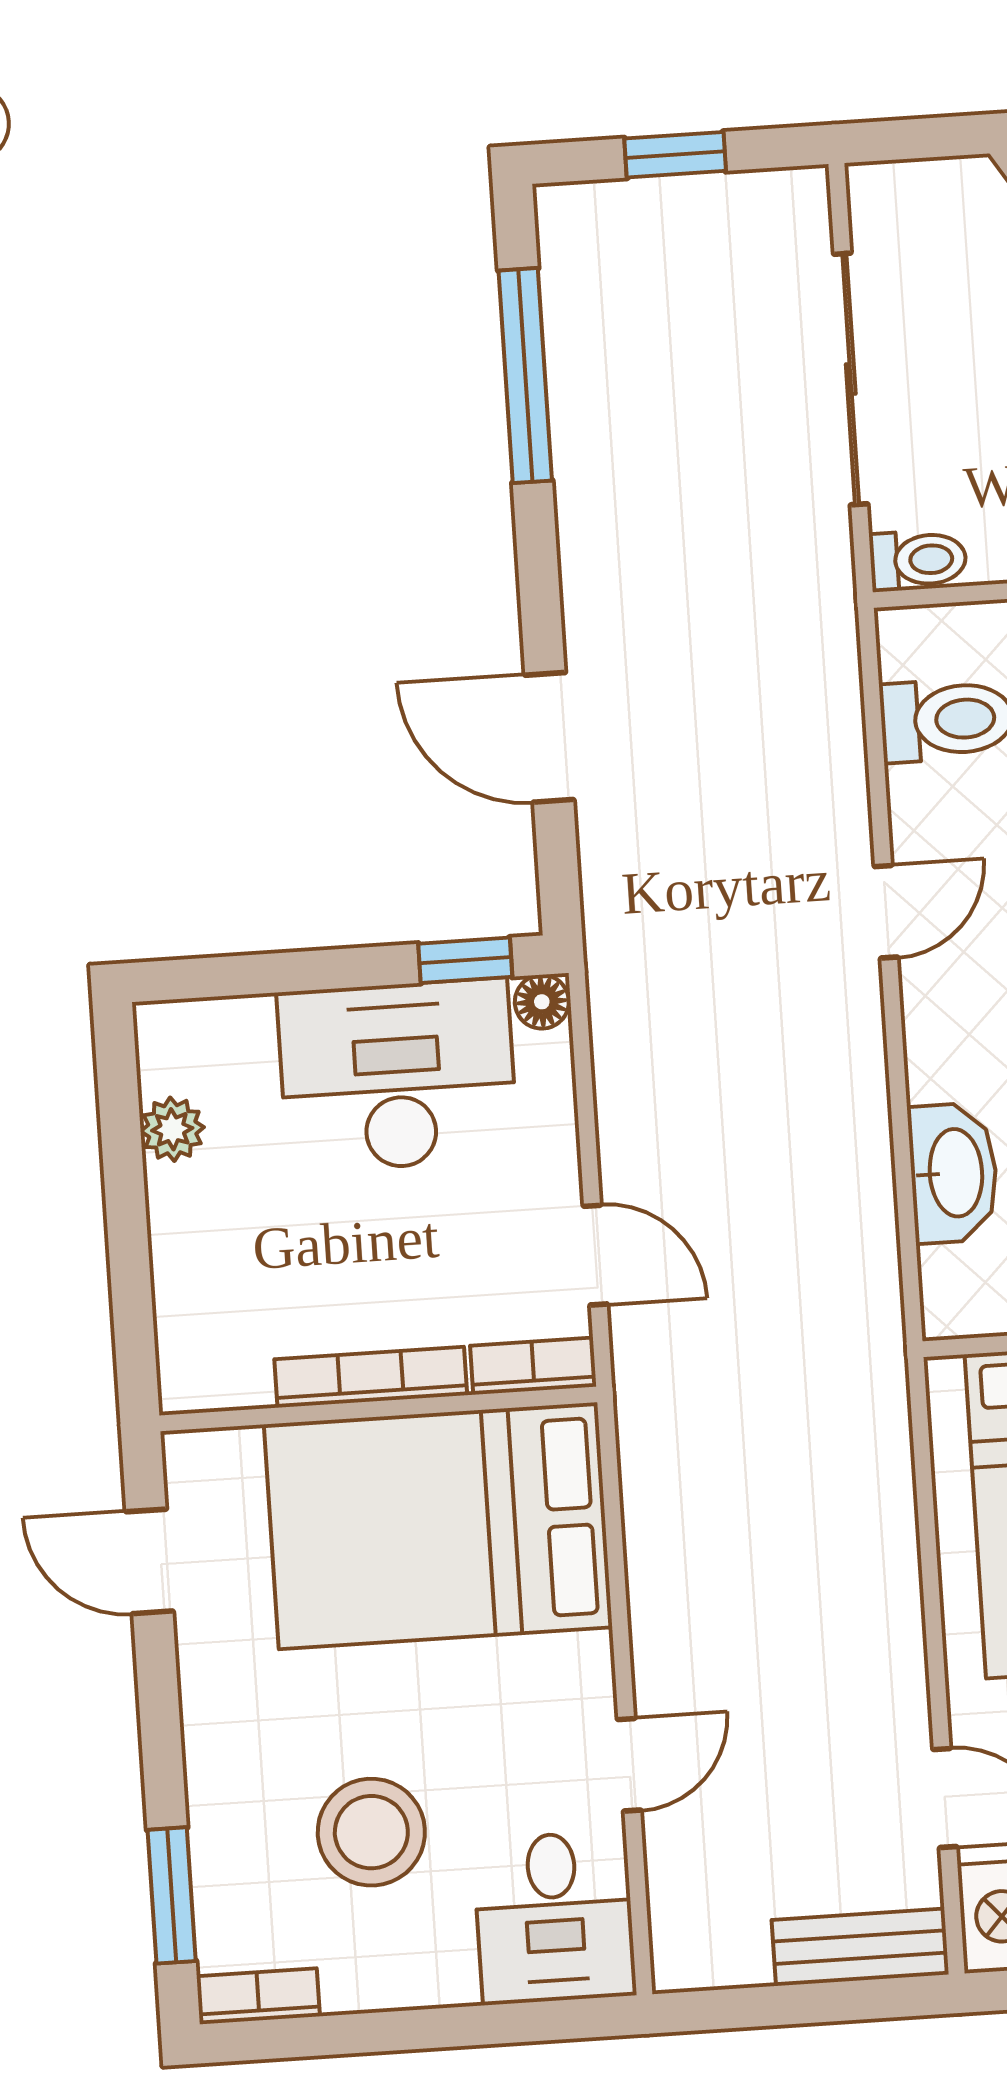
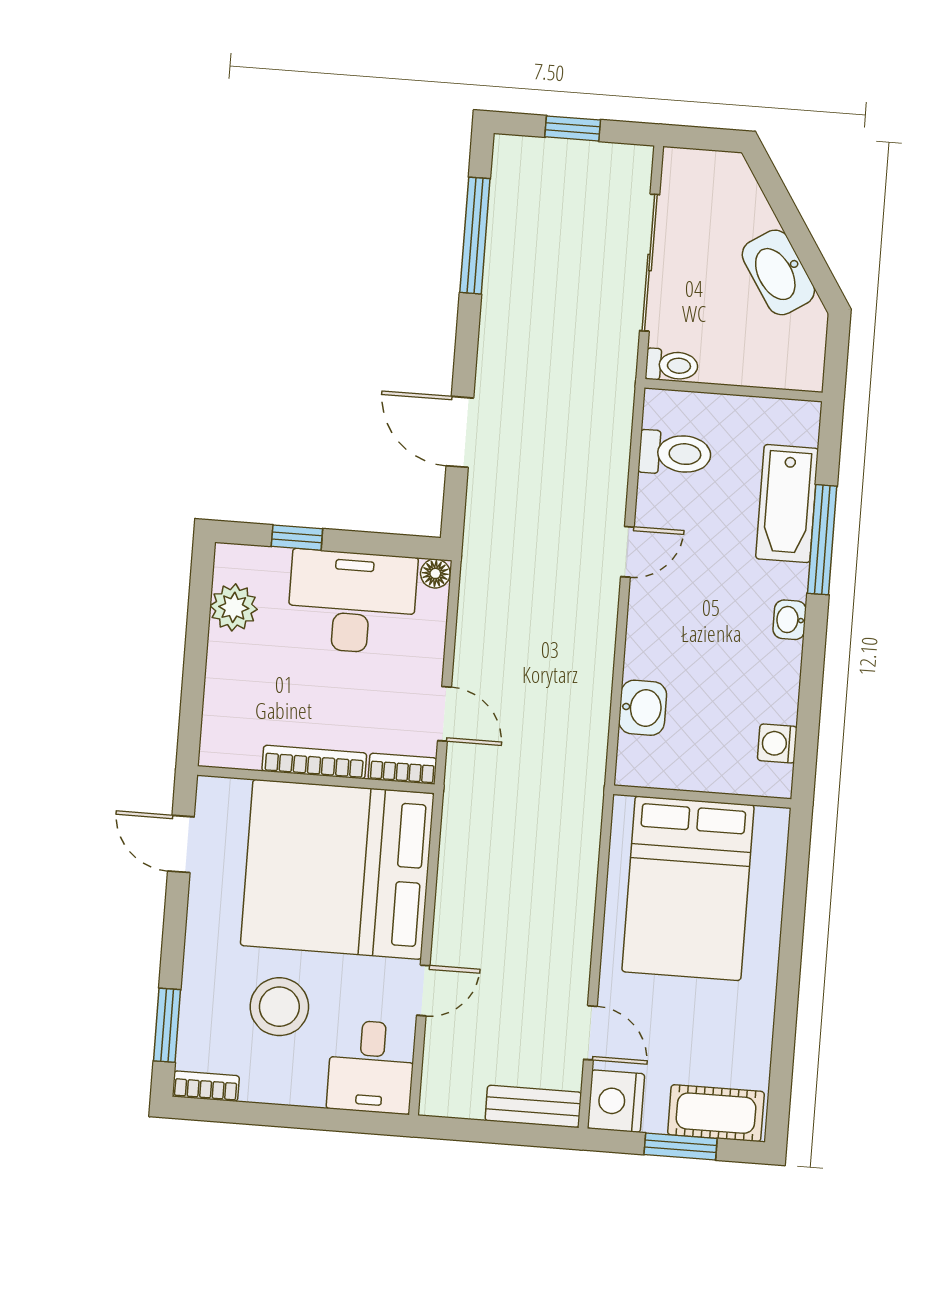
window: (465, 960) -> (297, 538), moved
plant: (172, 1129) -> (234, 607), width x1.38, depth x1.38
washbasin: (953, 1173) -> (643, 708), width x0.72
bed: (438, 1526) -> (337, 869), width x1.36

